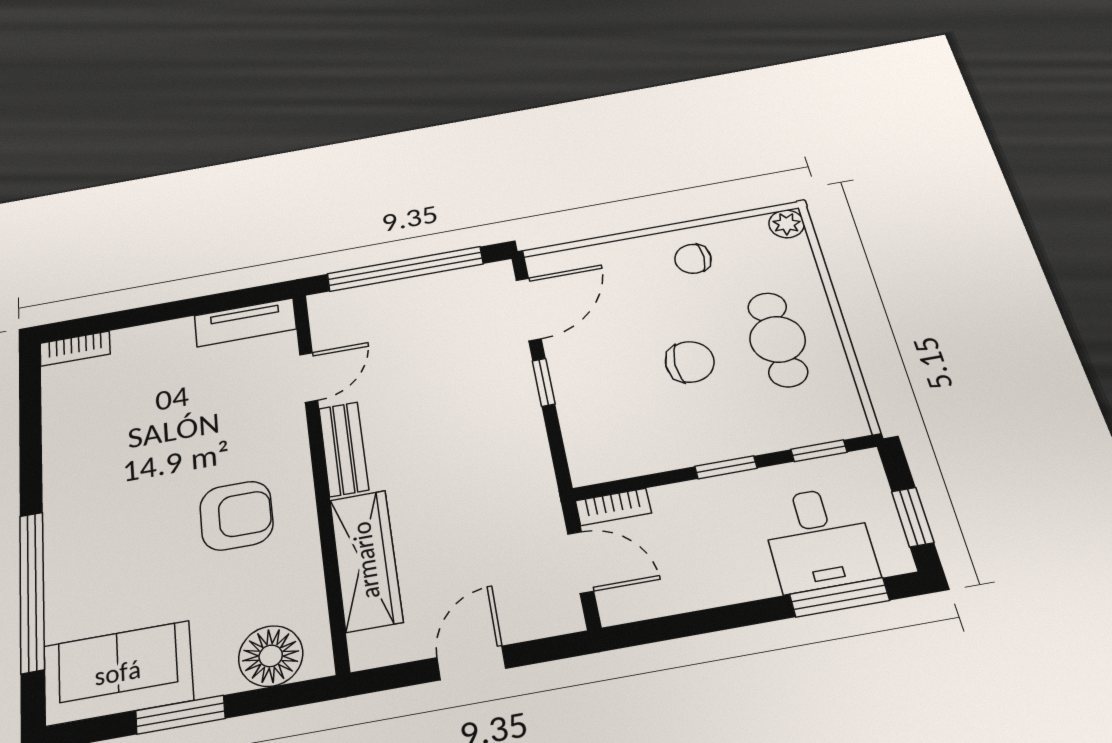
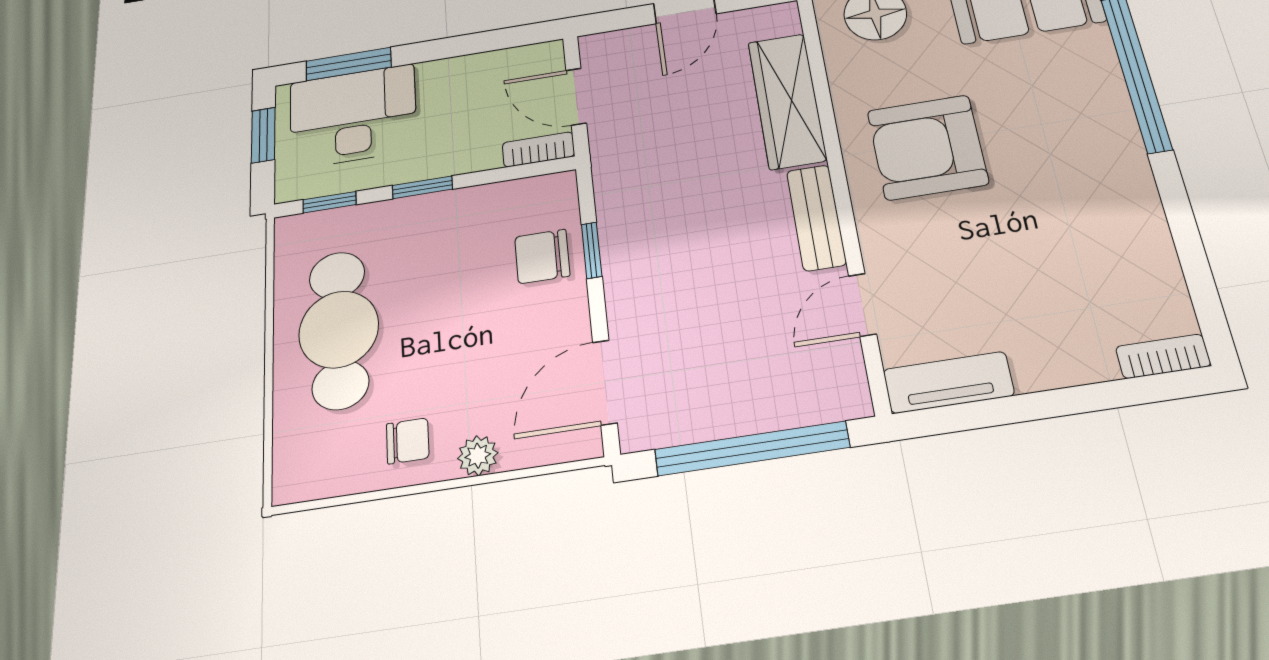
plant: (787, 224) -> (478, 456), moved
cafe table: (778, 339) -> (339, 329), width x1.37, depth x1.35
chair: (690, 362) -> (542, 256), moved
window: (544, 382) -> (592, 250), moved
armchair: (236, 516) -> (927, 147), width x1.36, depth x1.36
desk: (819, 539) -> (353, 116), width x1.37

